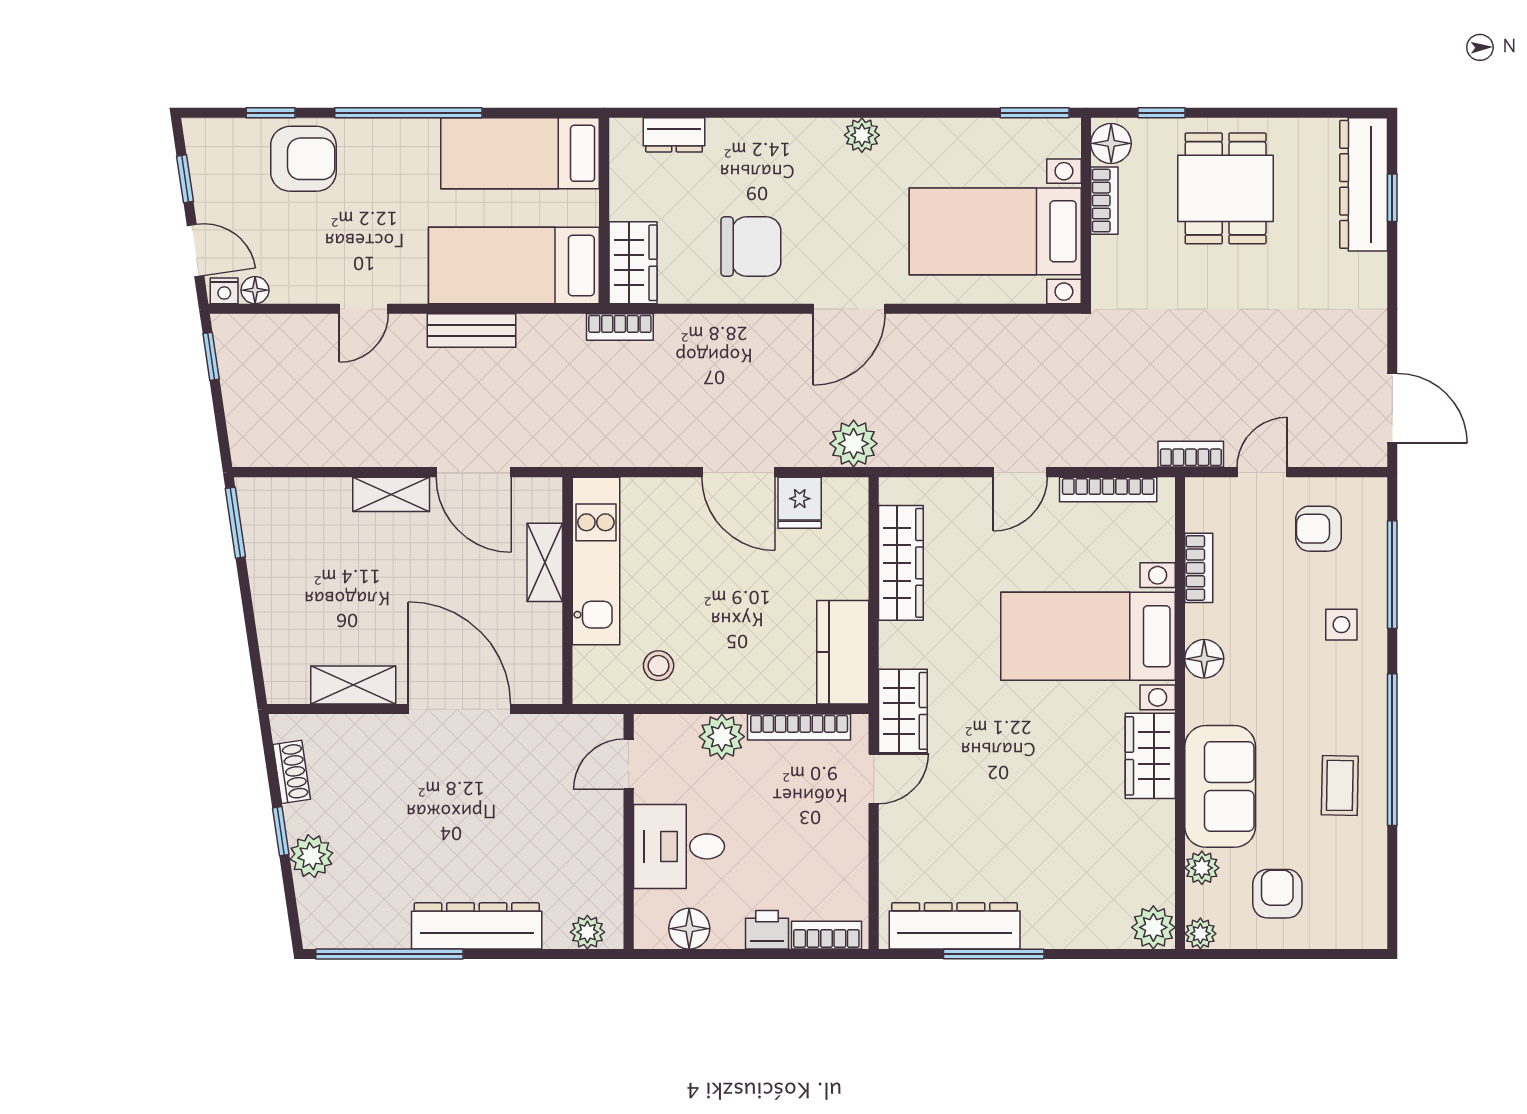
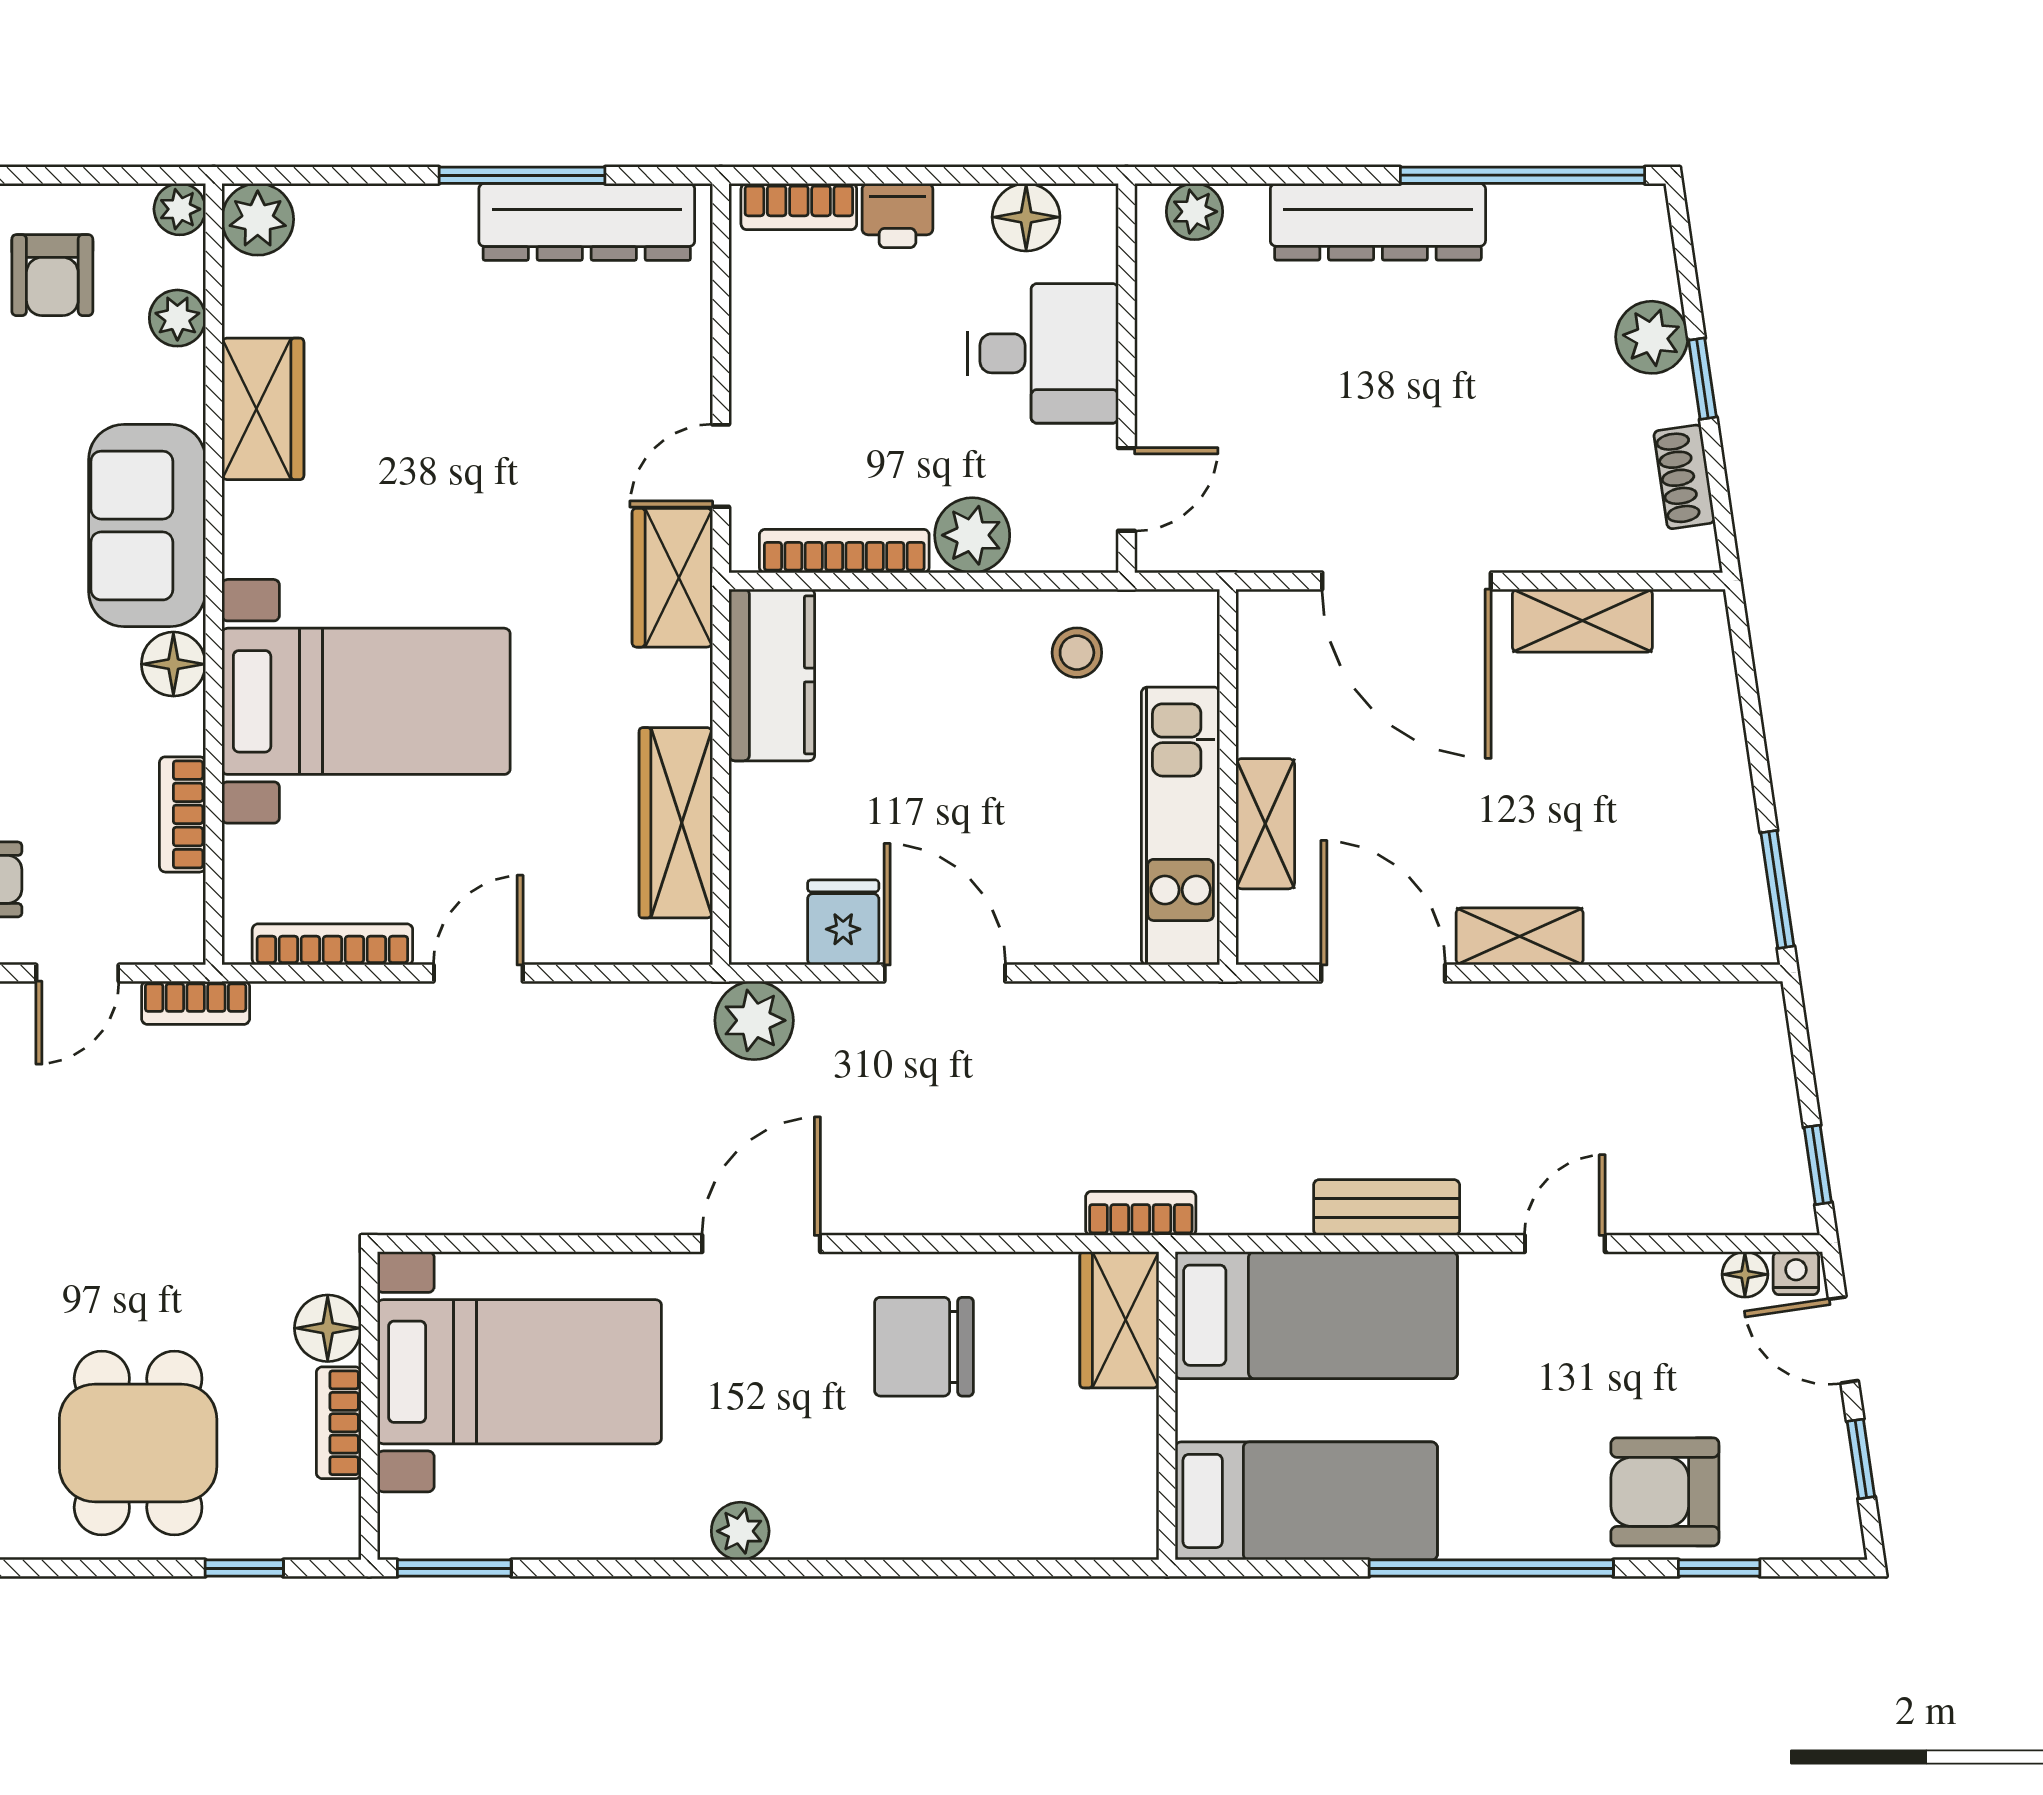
dresser: (674, 135) -> (1051, 1531), removed
floor lamp: (1111, 143) -> (328, 1328), moved
wardrobe: (1150, 756) -> (263, 409), moved
sofa: (1220, 786) -> (147, 526), moved

